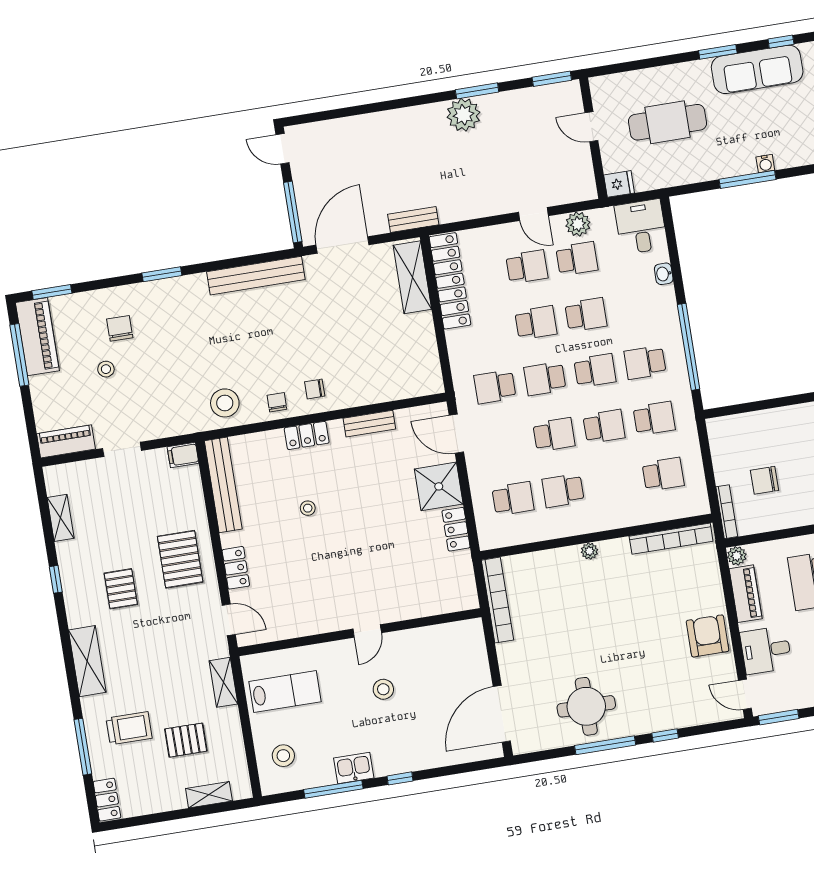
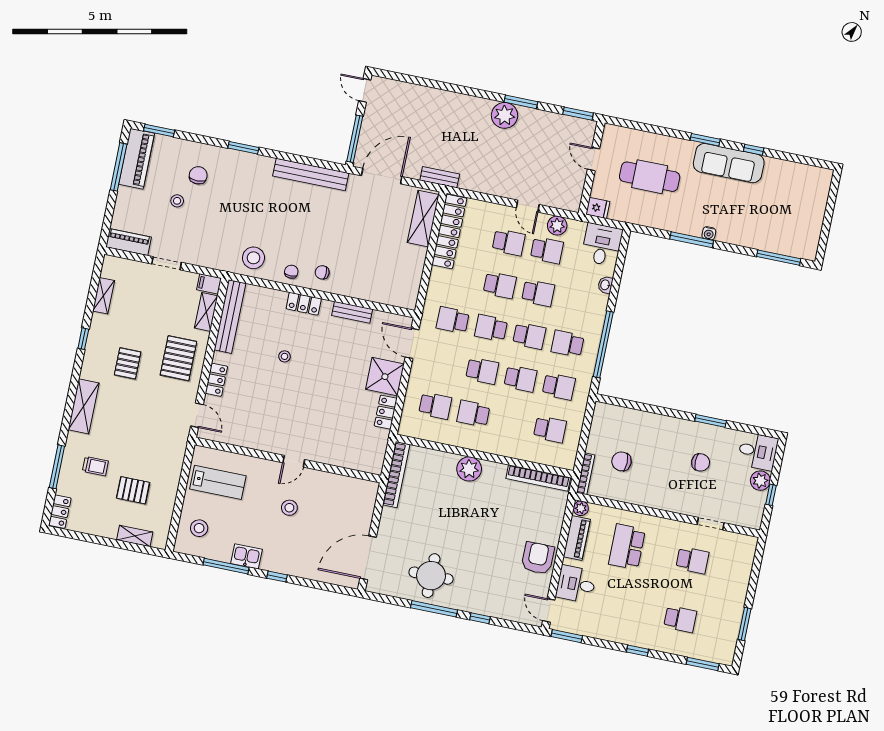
plant: (589, 551) -> (469, 469), width x1.88, depth x1.88
shelving: (223, 682) -> (206, 312), moved
trolley: (129, 728) -> (95, 466), width x0.73, depth x0.72

